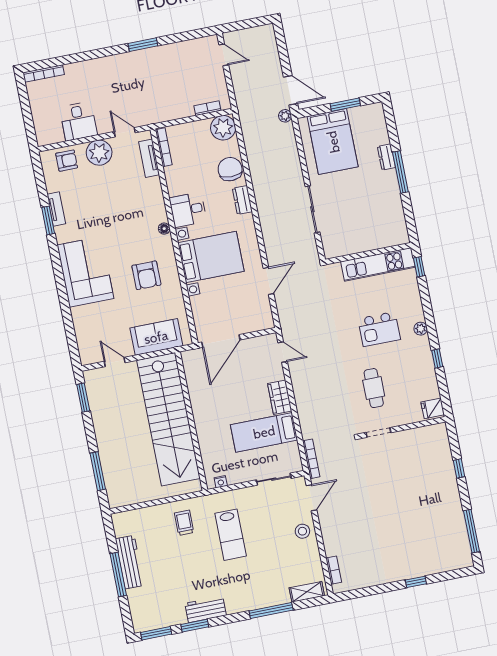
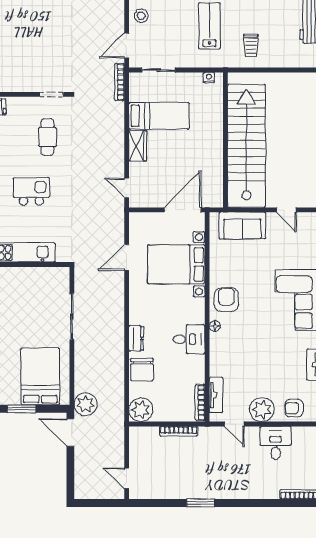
bookcase: (207, 108) -> (179, 431), moved, width x1.56
plant: (285, 116) -> (86, 404), width x1.87, depth x1.87
bed with nightstands: (211, 257) -> (176, 264), moved
armchair: (146, 275) -> (226, 300), moved

